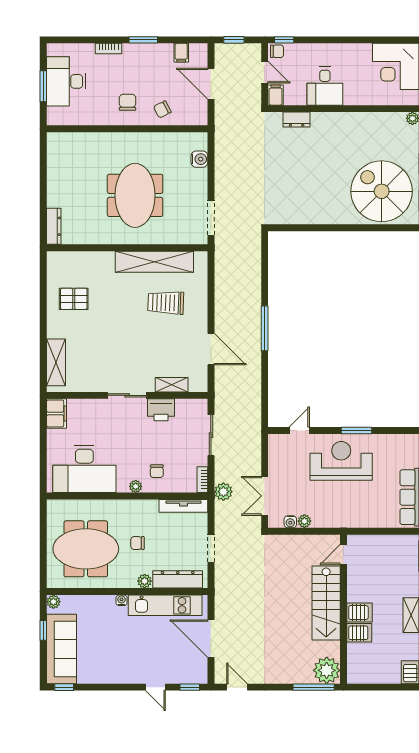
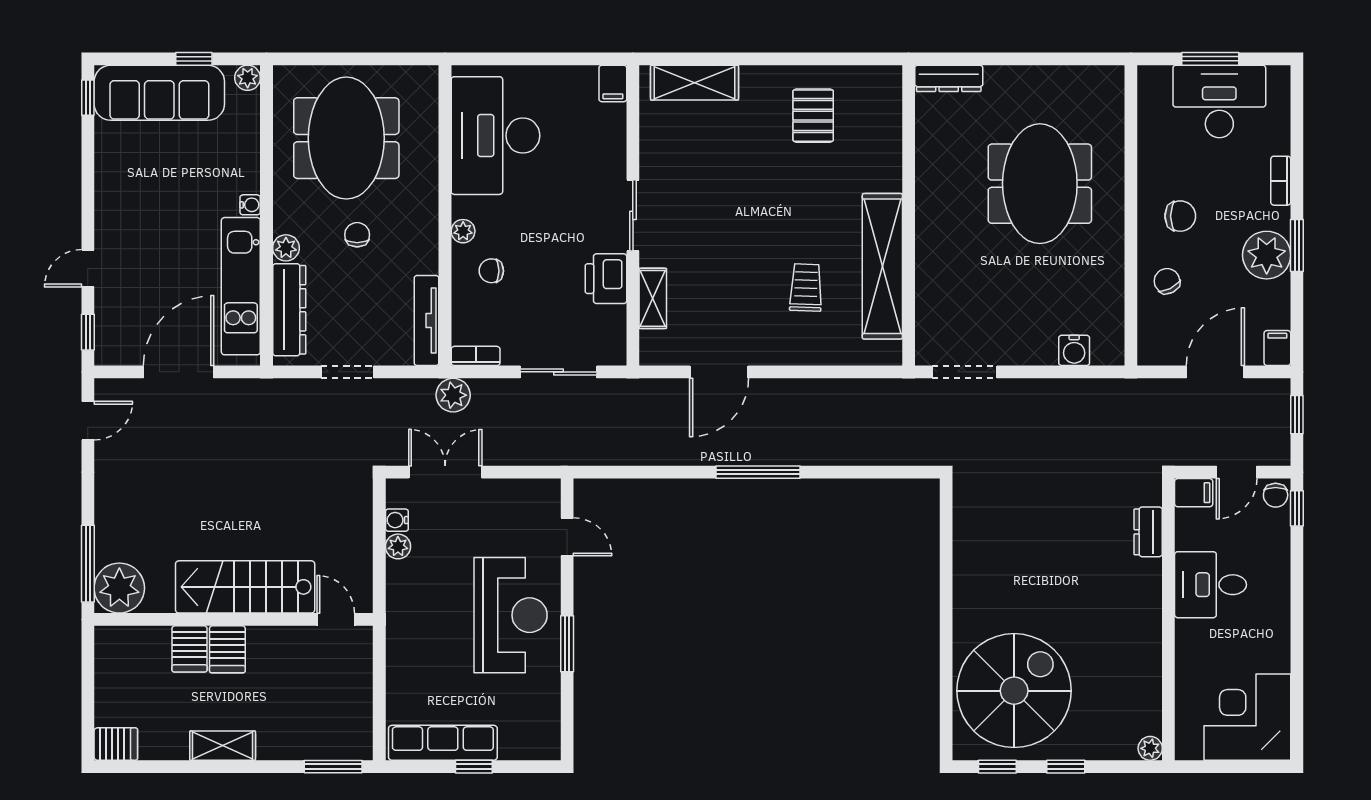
filing cabinet: (181, 53) -> (1277, 348), moved, turned 90
plant: (148, 56) -> (1267, 255), added
meeting table: (135, 195) -> (1040, 184), moved, turned 90
trolley: (166, 303) -> (806, 288), width x0.73, depth x0.72
filing cabinet: (57, 414) -> (613, 83), width x0.50

